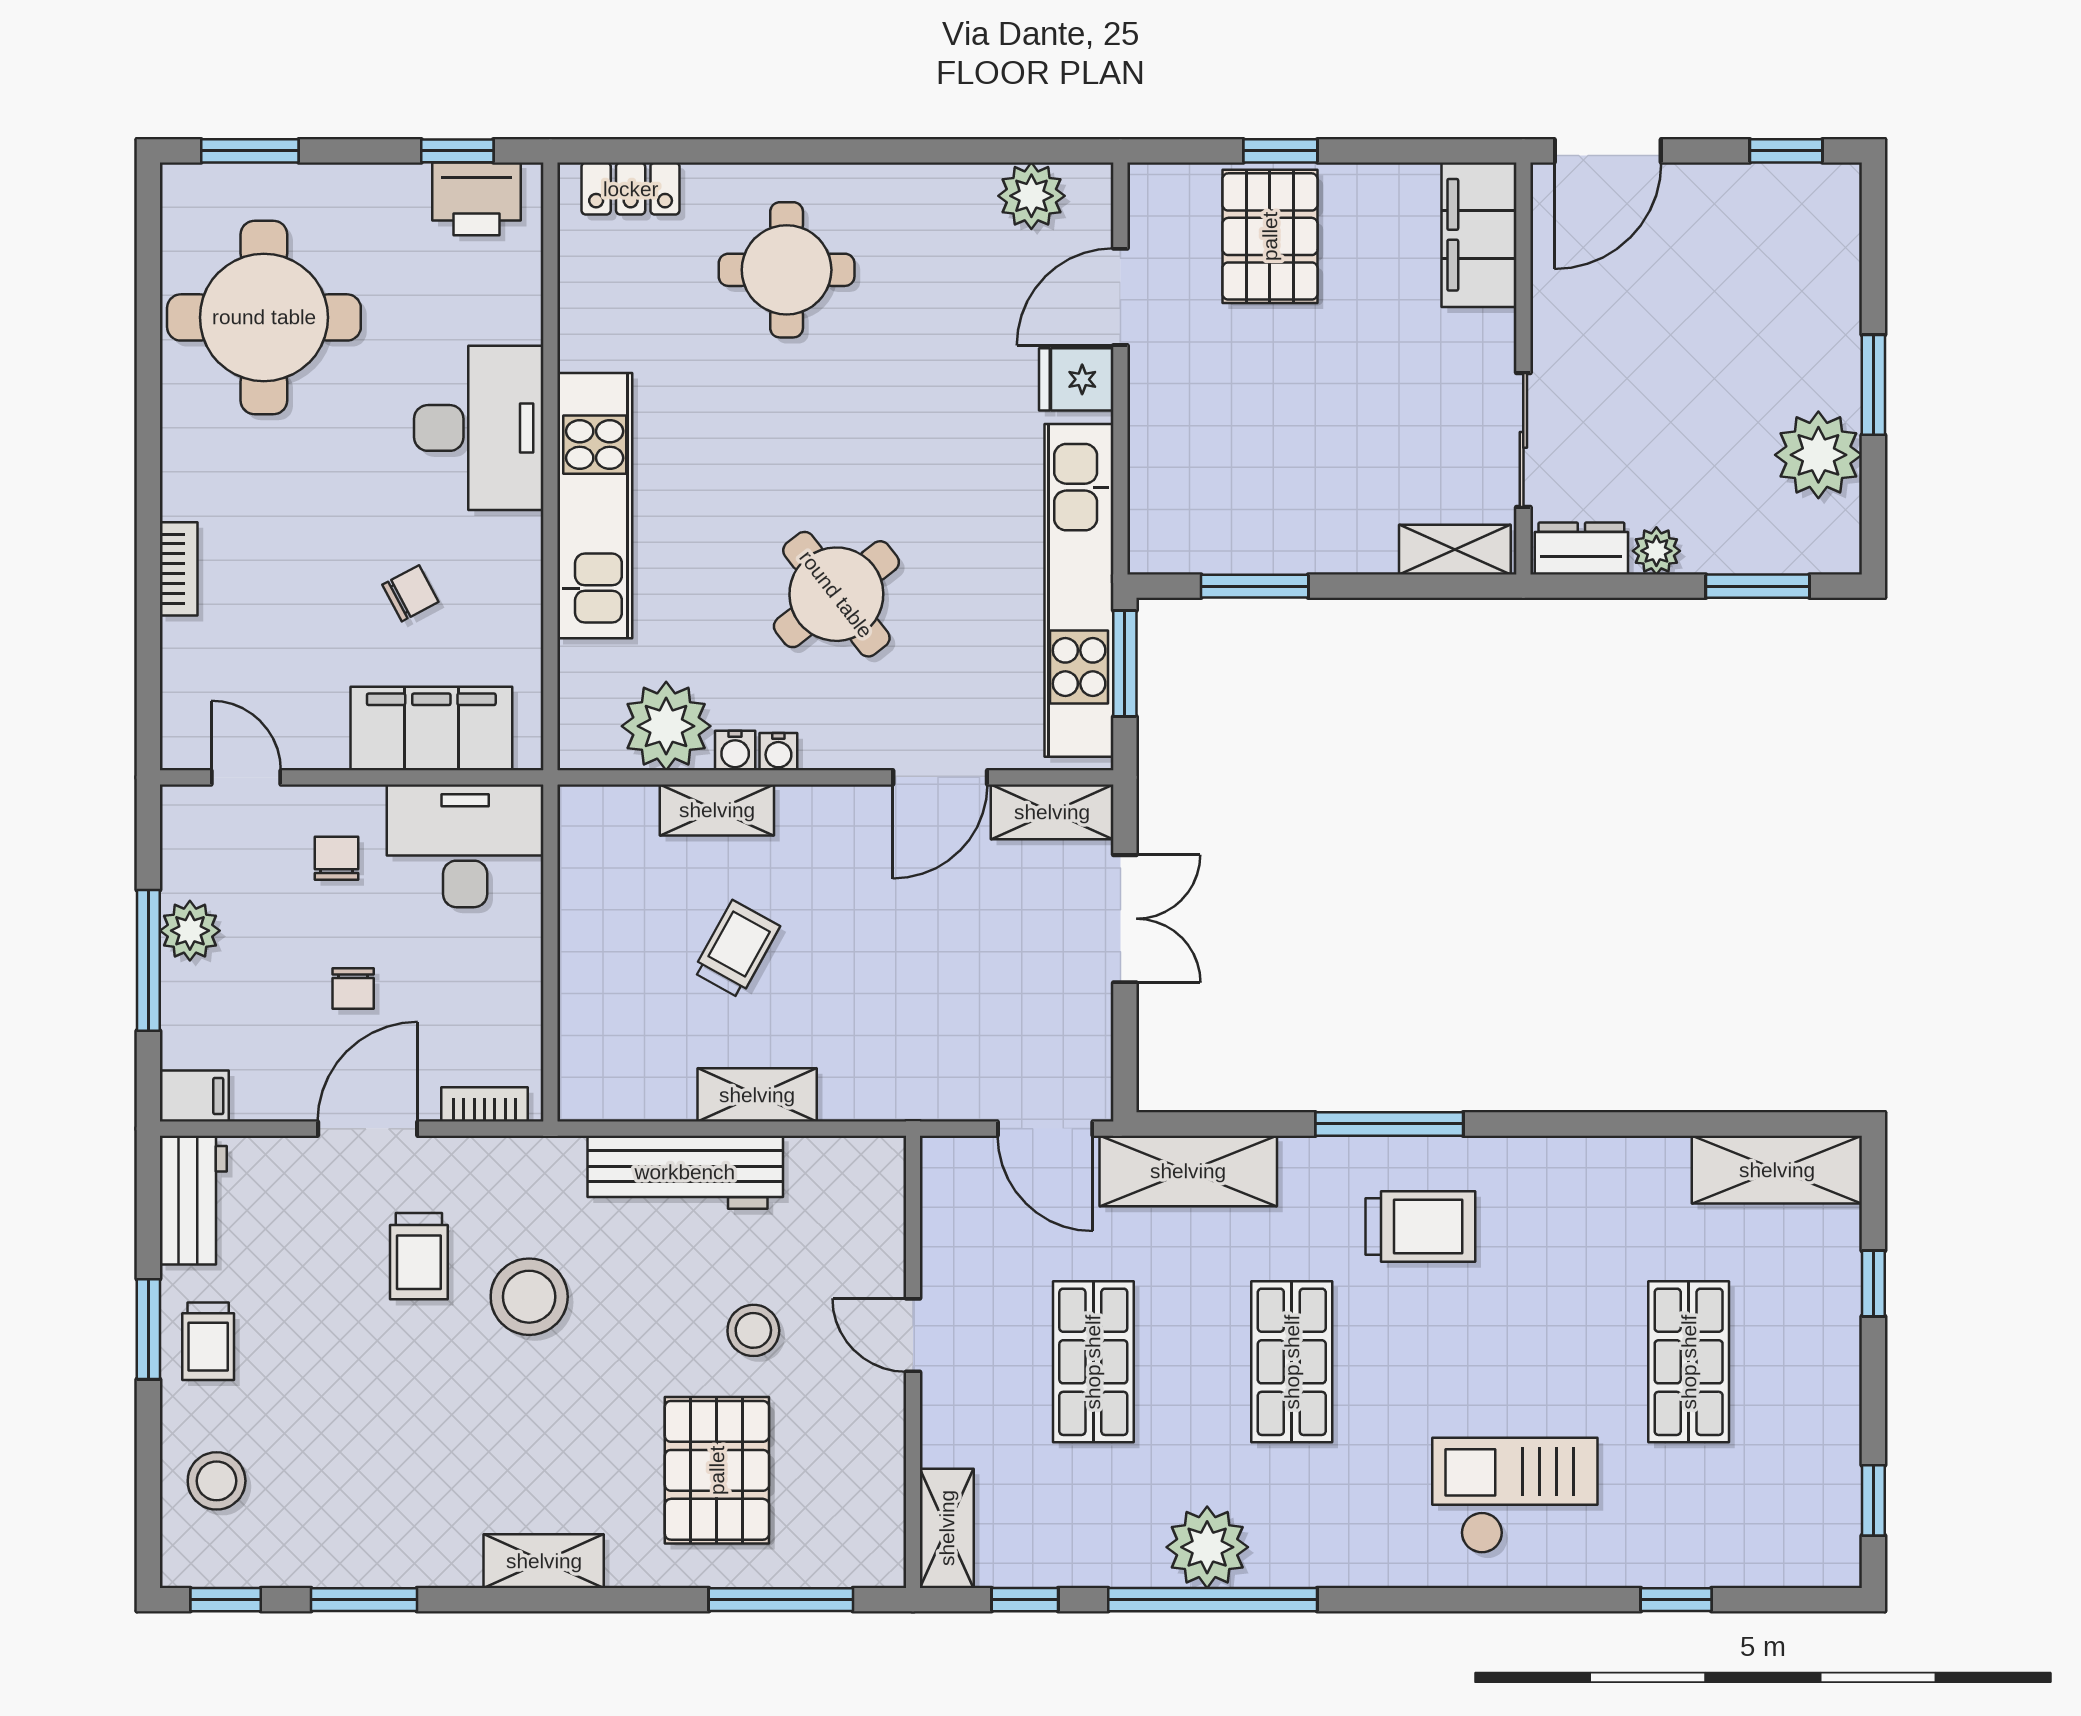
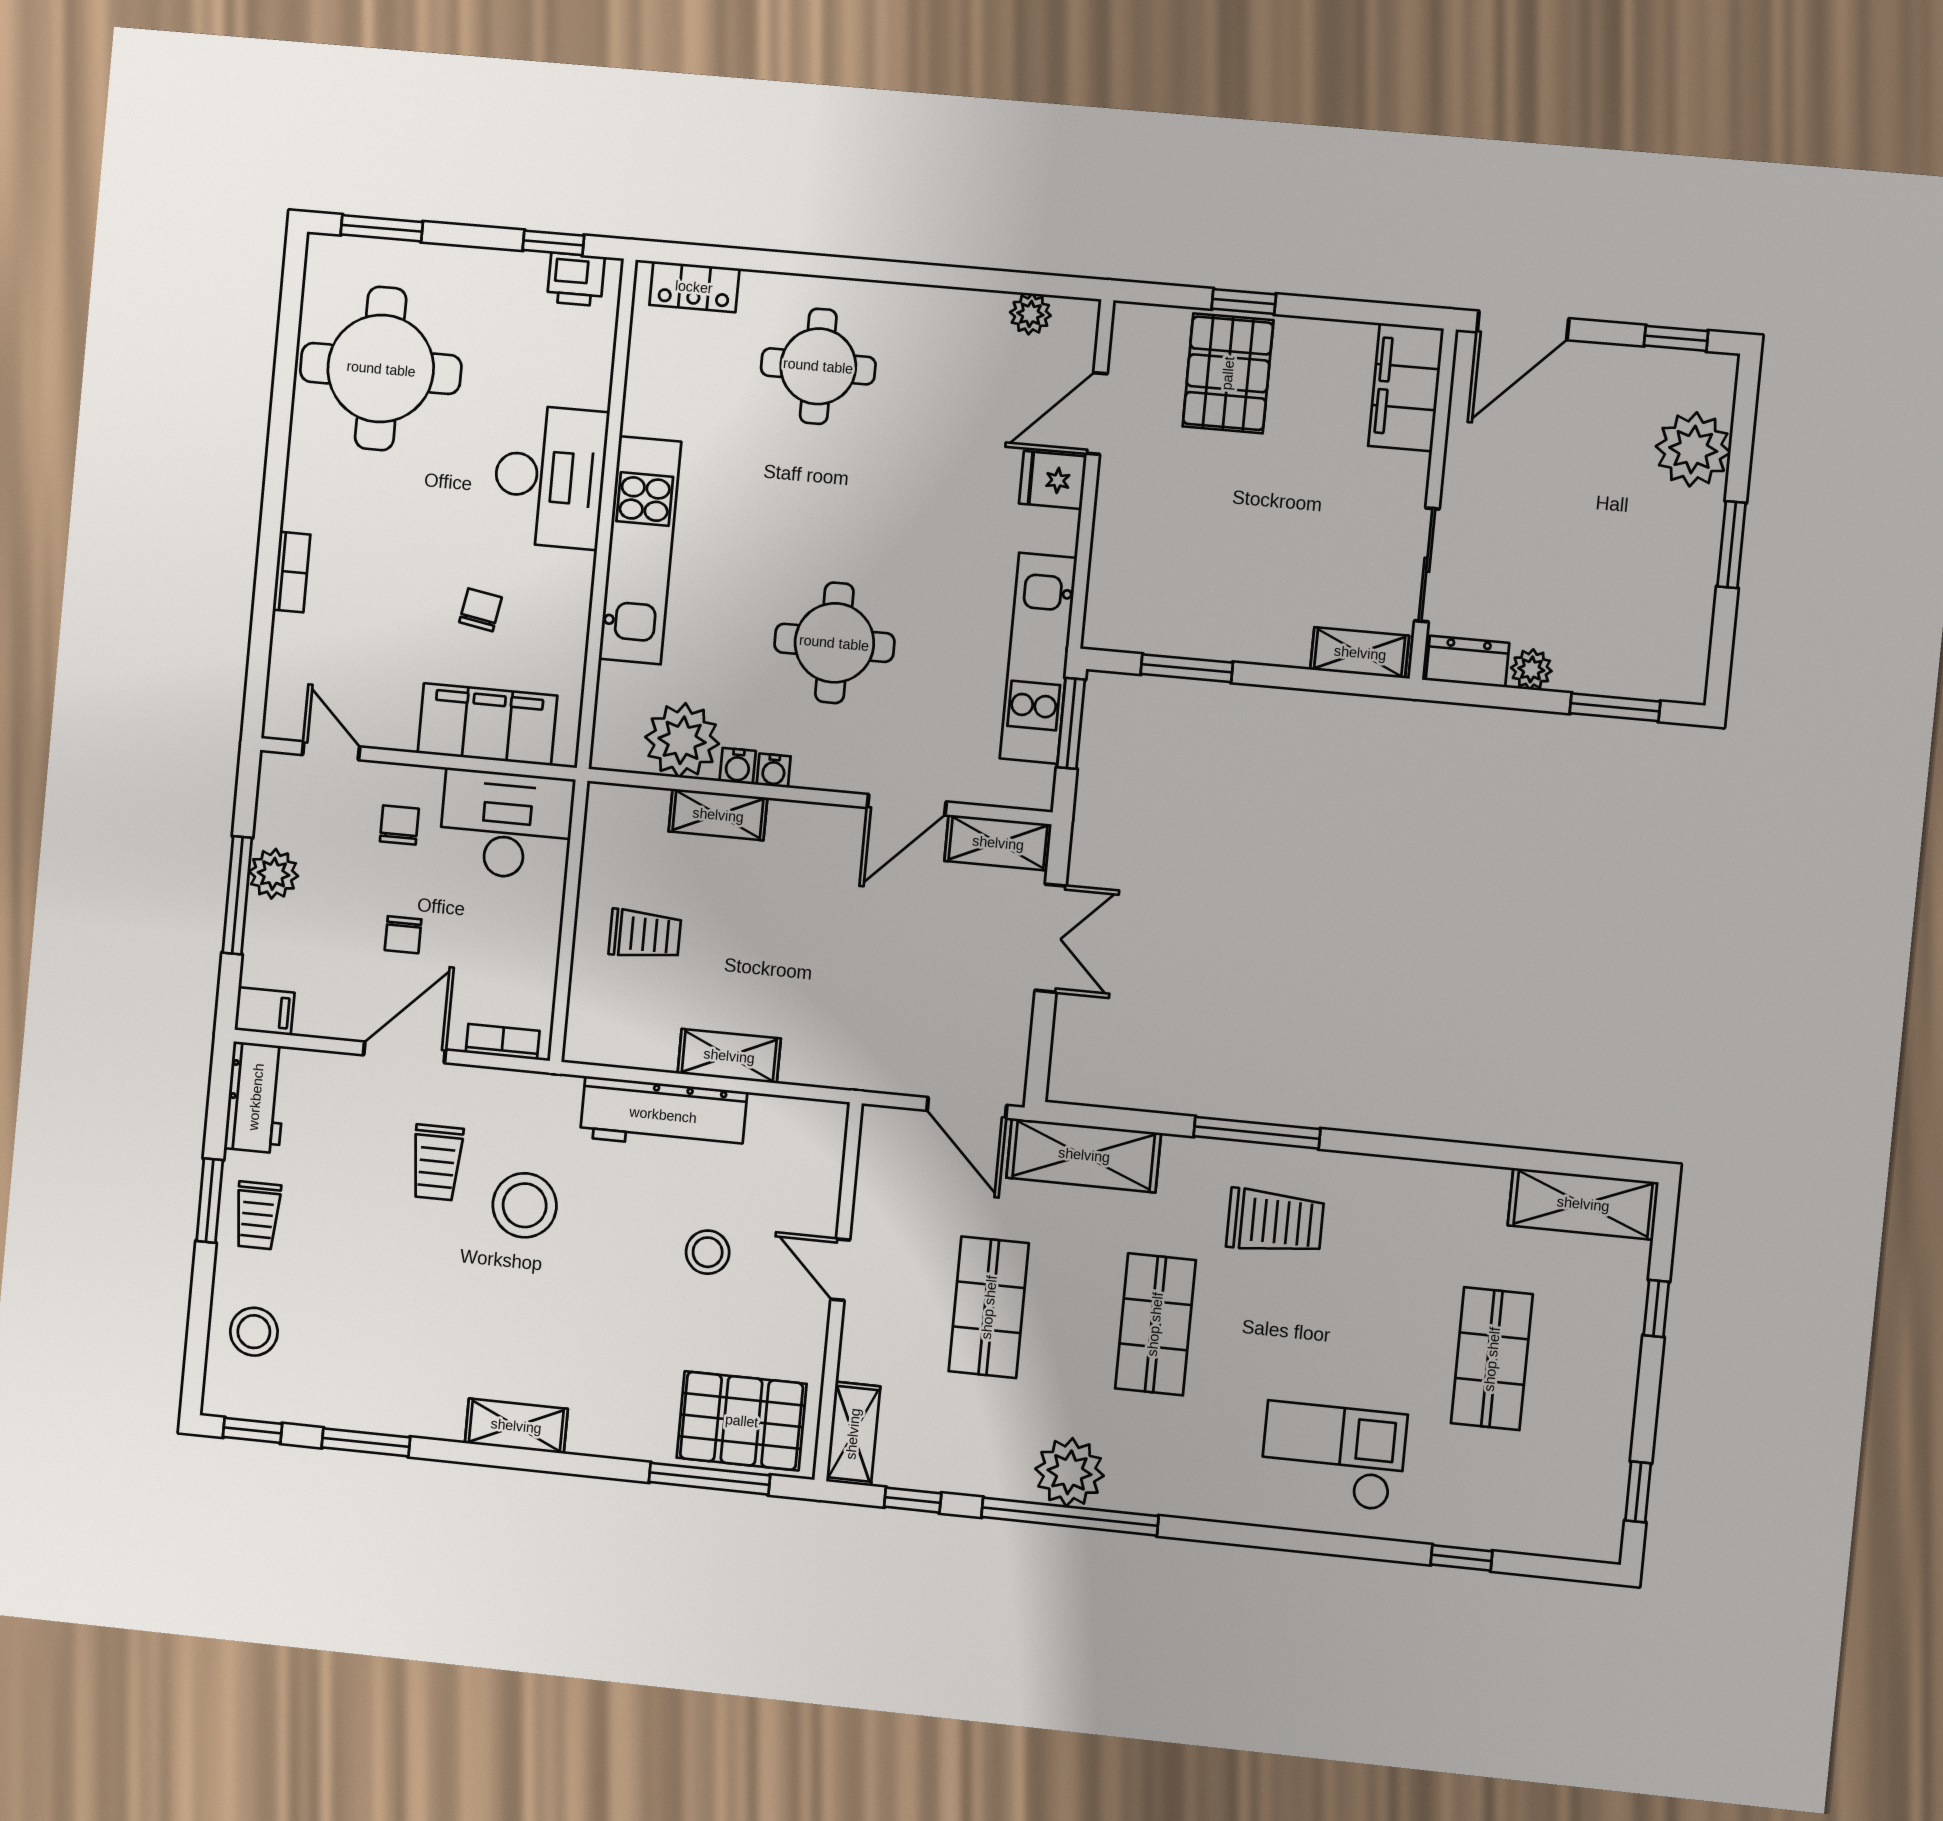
plant: (1031, 196) -> (1030, 314), width x0.73, depth x0.73
printer: (477, 199) -> (576, 279), width x0.73, depth x0.81
plant: (1818, 455) -> (1693, 449), moved
kitchen unit: (1079, 590) -> (1038, 658), width x0.73
chair: (410, 593) -> (480, 610), turned -52
round table: (836, 594) -> (834, 643), turned 38
trolley: (736, 949) -> (645, 934), moved, turned 61
pallet: (717, 1470) -> (742, 1421), moved, turned 90

